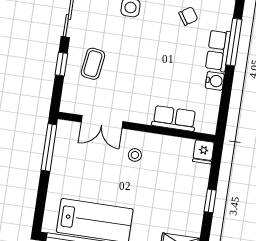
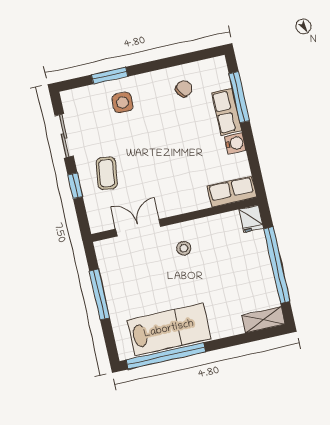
row of seats: (174, 118) -> (232, 192), moved
double door: (102, 122) -> (138, 228), swing flipped
window: (49, 148) -> (100, 294), moved
window: (210, 201) -> (277, 265), width x3.17

